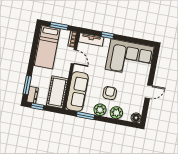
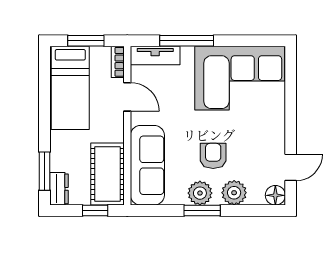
window: (108, 35) -> (187, 41), width x2.17
door: (149, 92) -> (291, 167), moved
window: (37, 106) -> (95, 210), moved
window: (85, 116) -> (202, 210), moved

